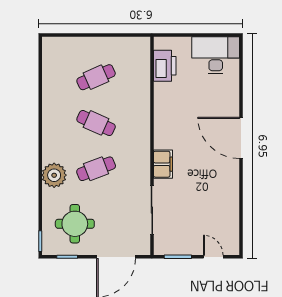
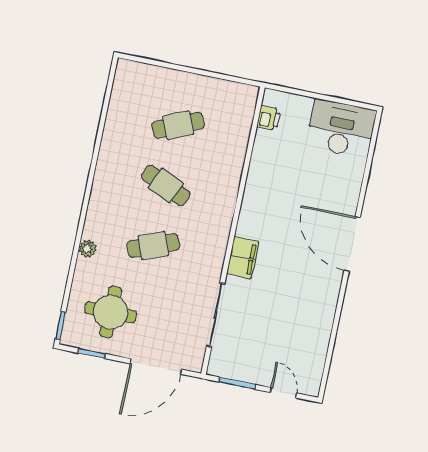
printer: (165, 66) -> (269, 118), width x0.53, depth x0.68
plant: (54, 175) -> (87, 249), width x0.53, depth x0.53

